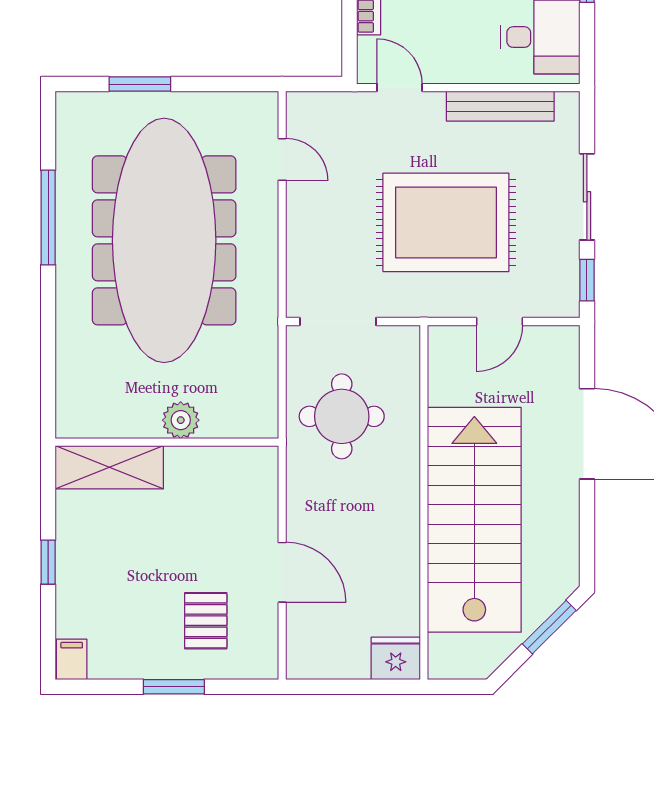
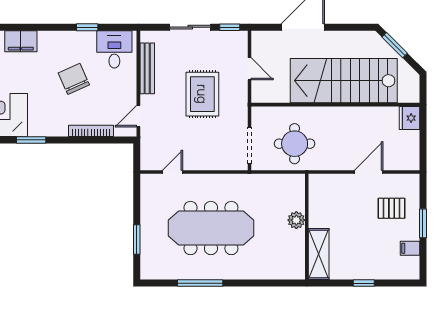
rug: (446, 222) -> (202, 94), width x0.73, depth x0.69
meeting table: (164, 240) -> (211, 228), width x0.73, depth x0.79
filing cabinet: (72, 659) -> (410, 248), moved

